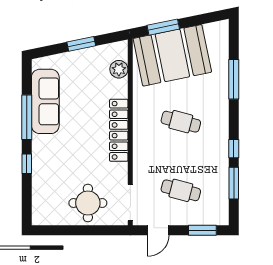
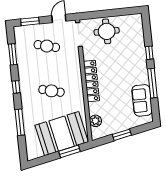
sofa: (45, 101) -> (142, 100), width x0.73
window: (234, 149) -> (16, 87), moved

